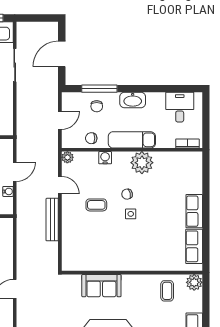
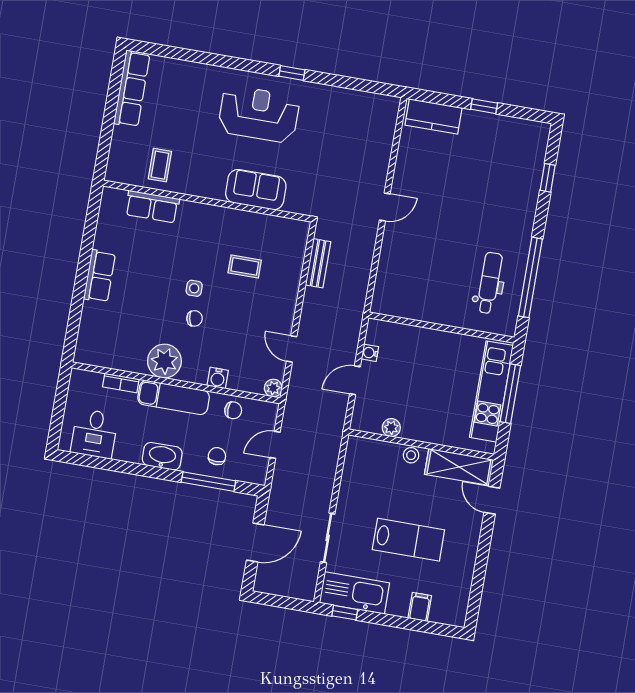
bookcase: (187, 143) -> (121, 383), moved
coffee table: (96, 205) -> (245, 266), moved
bench: (52, 220) -> (318, 263), moved, width x0.73
row of seats: (194, 246) -> (152, 207), moved, turned 90
plant: (194, 282) -> (118, 171), removed

